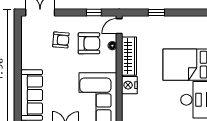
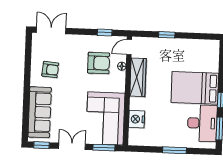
armchair: (61, 40) -> (50, 70), moved
nightstand: (129, 85) -> (137, 119), moved

